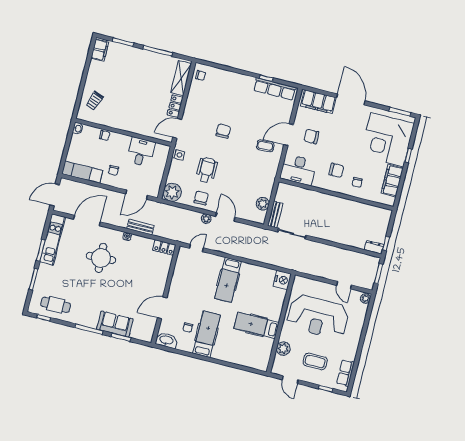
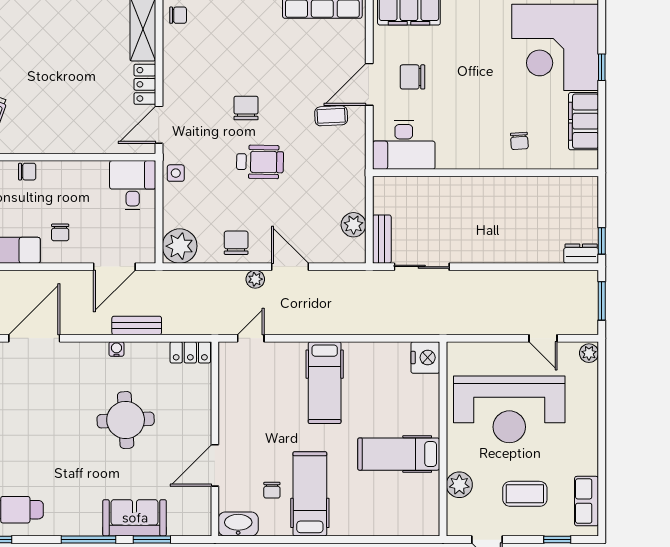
desk: (141, 152) -> (133, 185), moved
wheelchair: (207, 170) -> (260, 162), moved, turned 91
chair: (336, 170) -> (475, 128), removed
round table: (101, 258) -> (126, 420), moved

